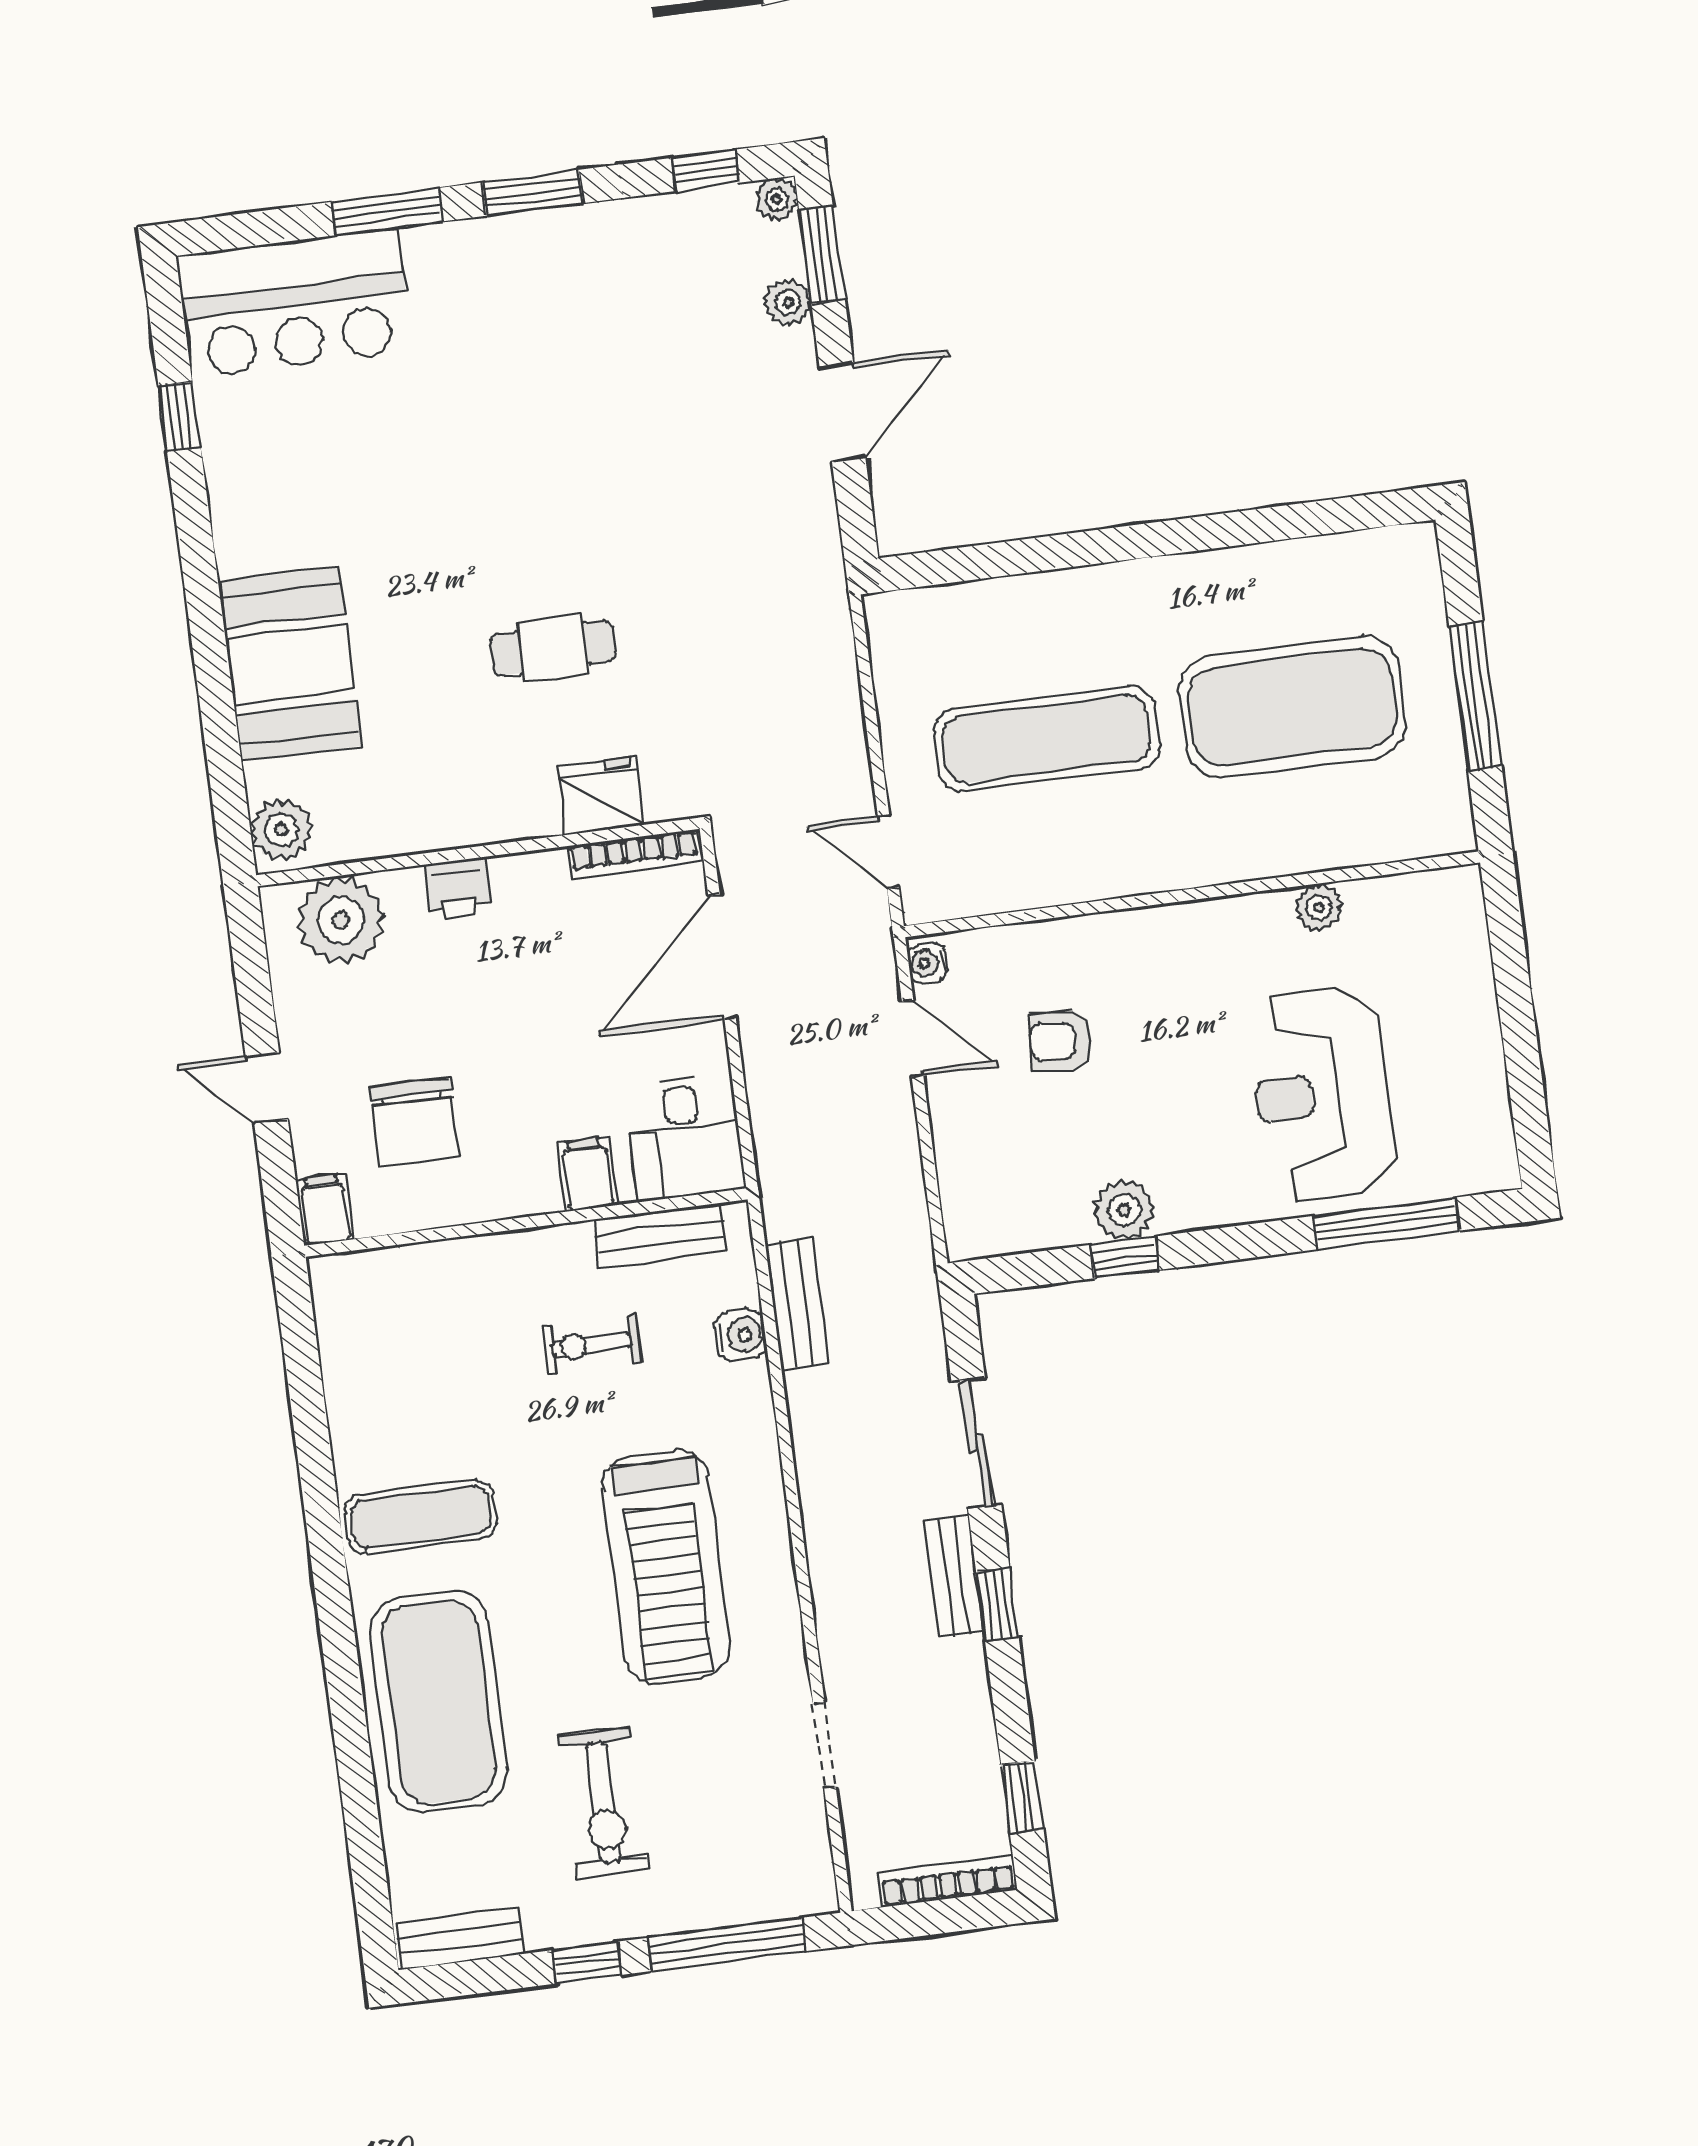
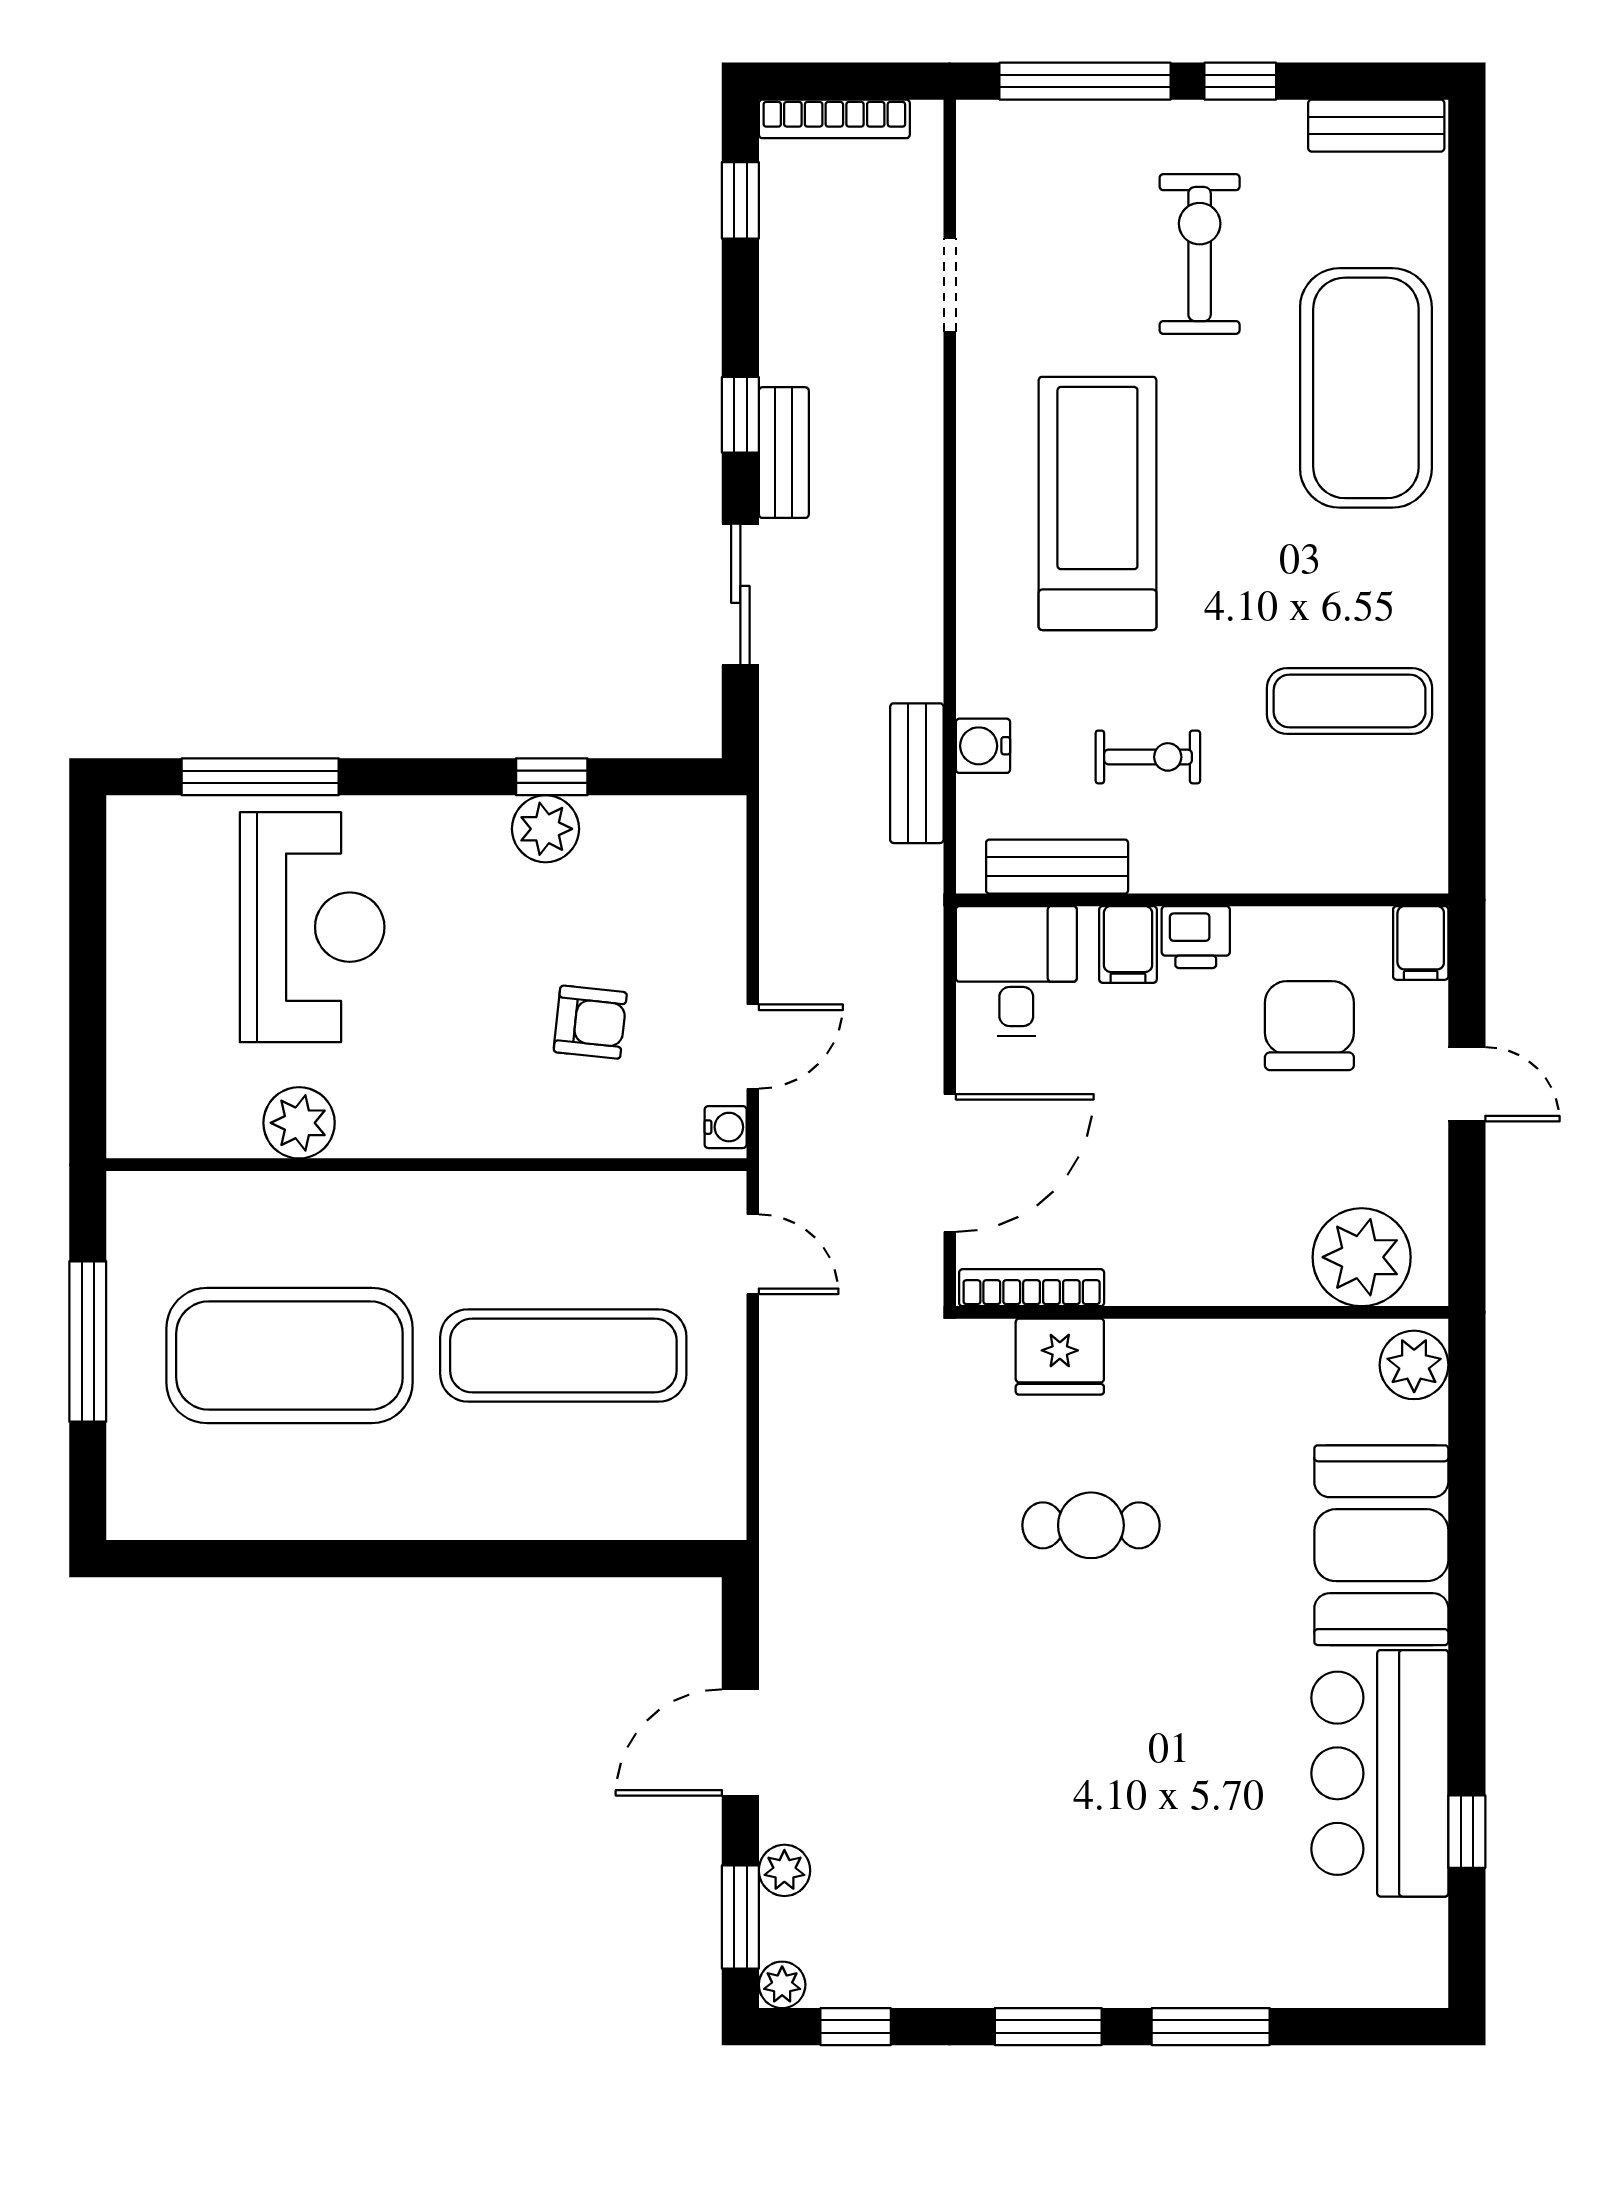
bar counter: (294, 303) -> (1380, 1773), moved, turned -90
printer: (458, 889) -> (1196, 937), moved, turned 180
plant: (1319, 907) -> (299, 1123), width x1.38, depth x1.38
door: (913, 1038) -> (753, 1047), swing flipped
exercise mat: (421, 1517) -> (1350, 701), moved

